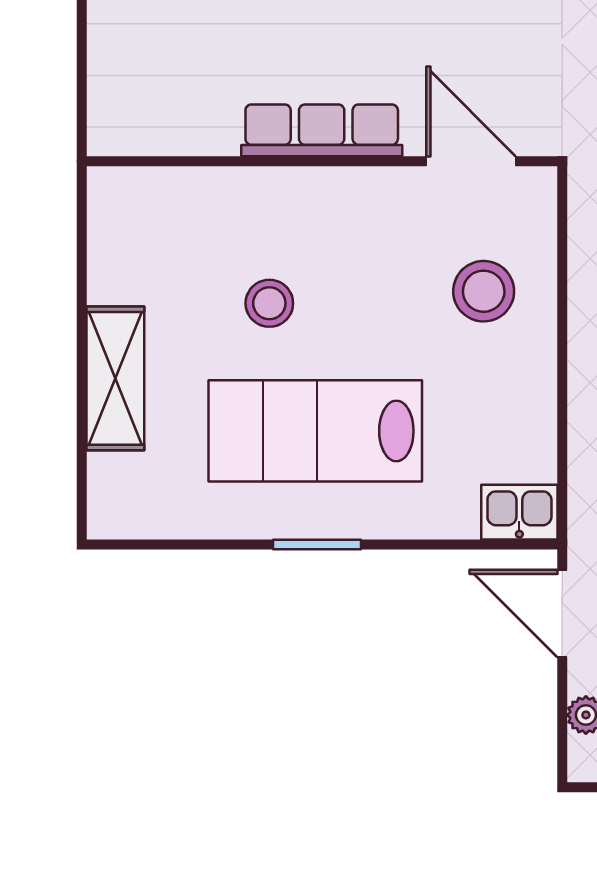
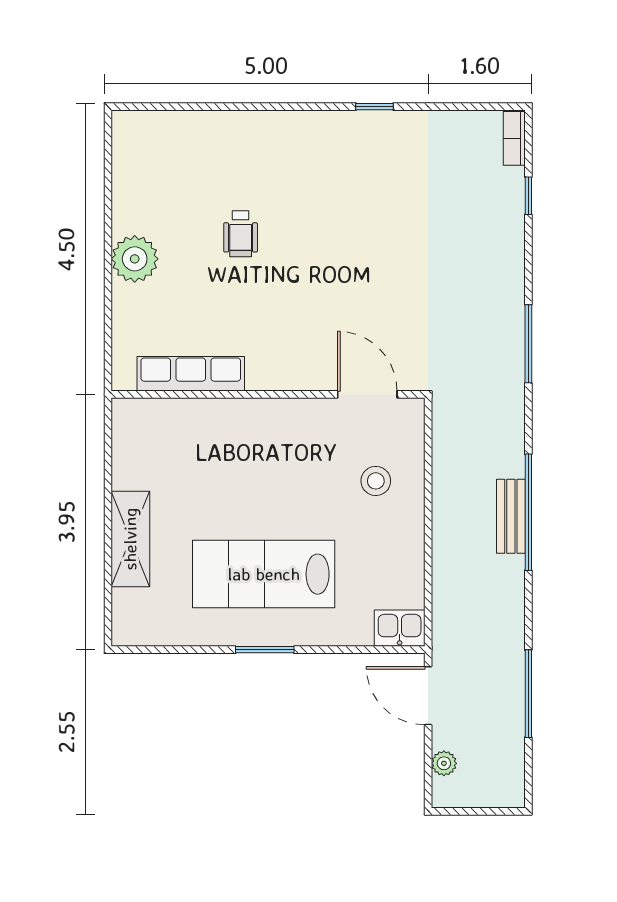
row of seats: (322, 130) -> (191, 374), moved
stool: (484, 291) -> (376, 481), width x0.73, depth x0.73
stool: (269, 303) -> (233, 489), removed

